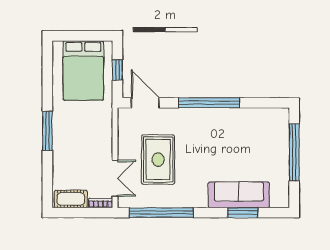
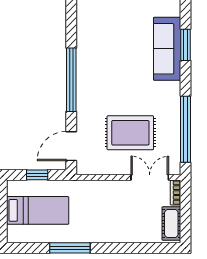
bed: (83, 70) -> (38, 210), width x0.67
window: (47, 131) -> (70, 248), moved

